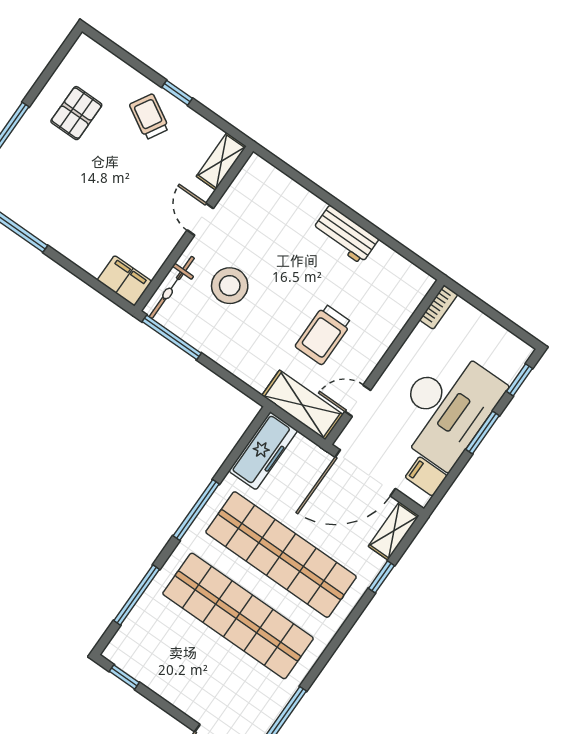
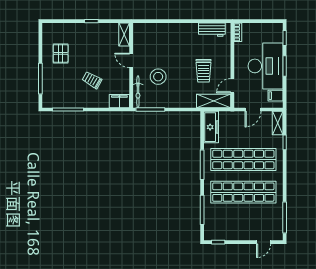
trolley: (149, 117) -> (92, 80), moved
workbench: (345, 235) -> (212, 30), moved
door: (365, 473) -> (253, 110), width x0.53

